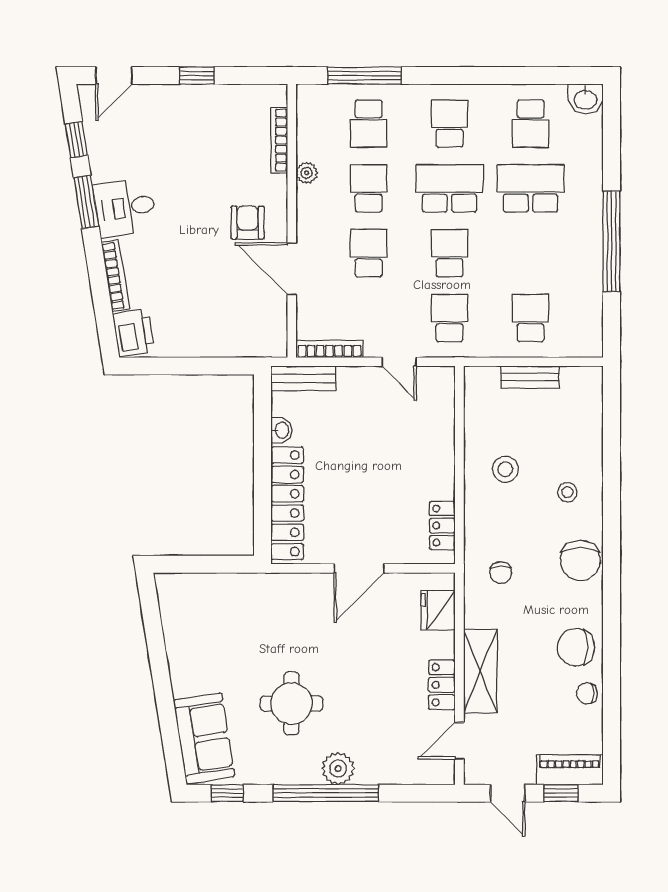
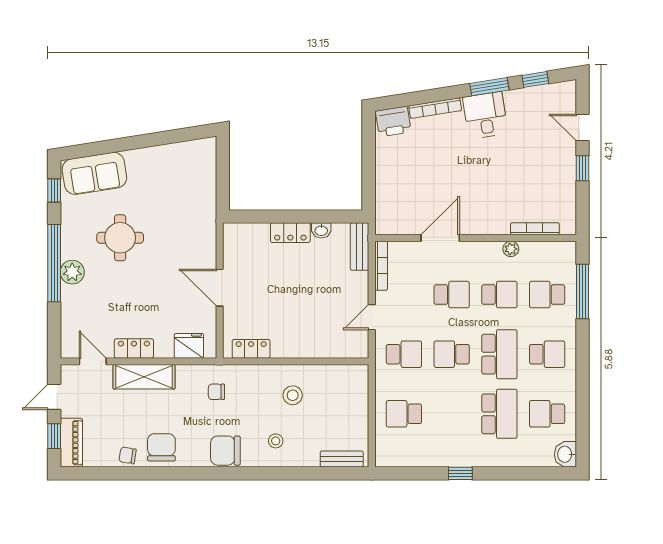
door: (114, 76) -> (582, 127), moved
armchair: (248, 223) -> (474, 205), removed
window: (611, 241) -> (460, 473), width x0.32
school desk: (450, 253) -> (452, 354), turned 180
school desk: (531, 318) -> (404, 414), turned 180
bench: (530, 377) -> (342, 459), moved, turned 90
locker: (287, 503) -> (290, 233), width x0.46, depth x0.83
chair: (587, 693) -> (128, 455), turned -81

